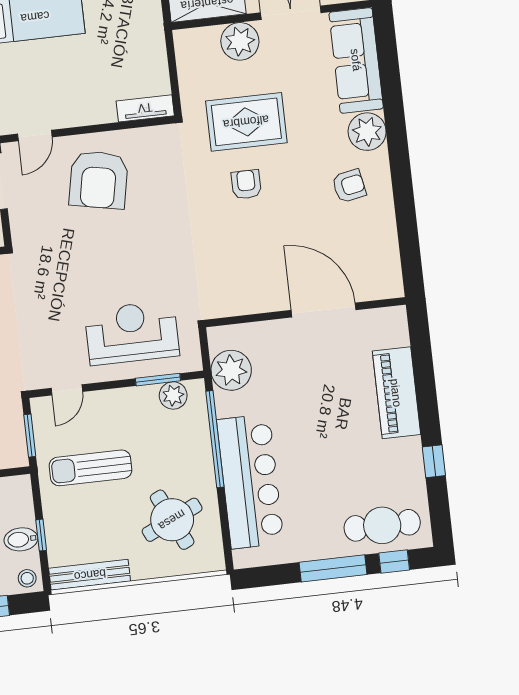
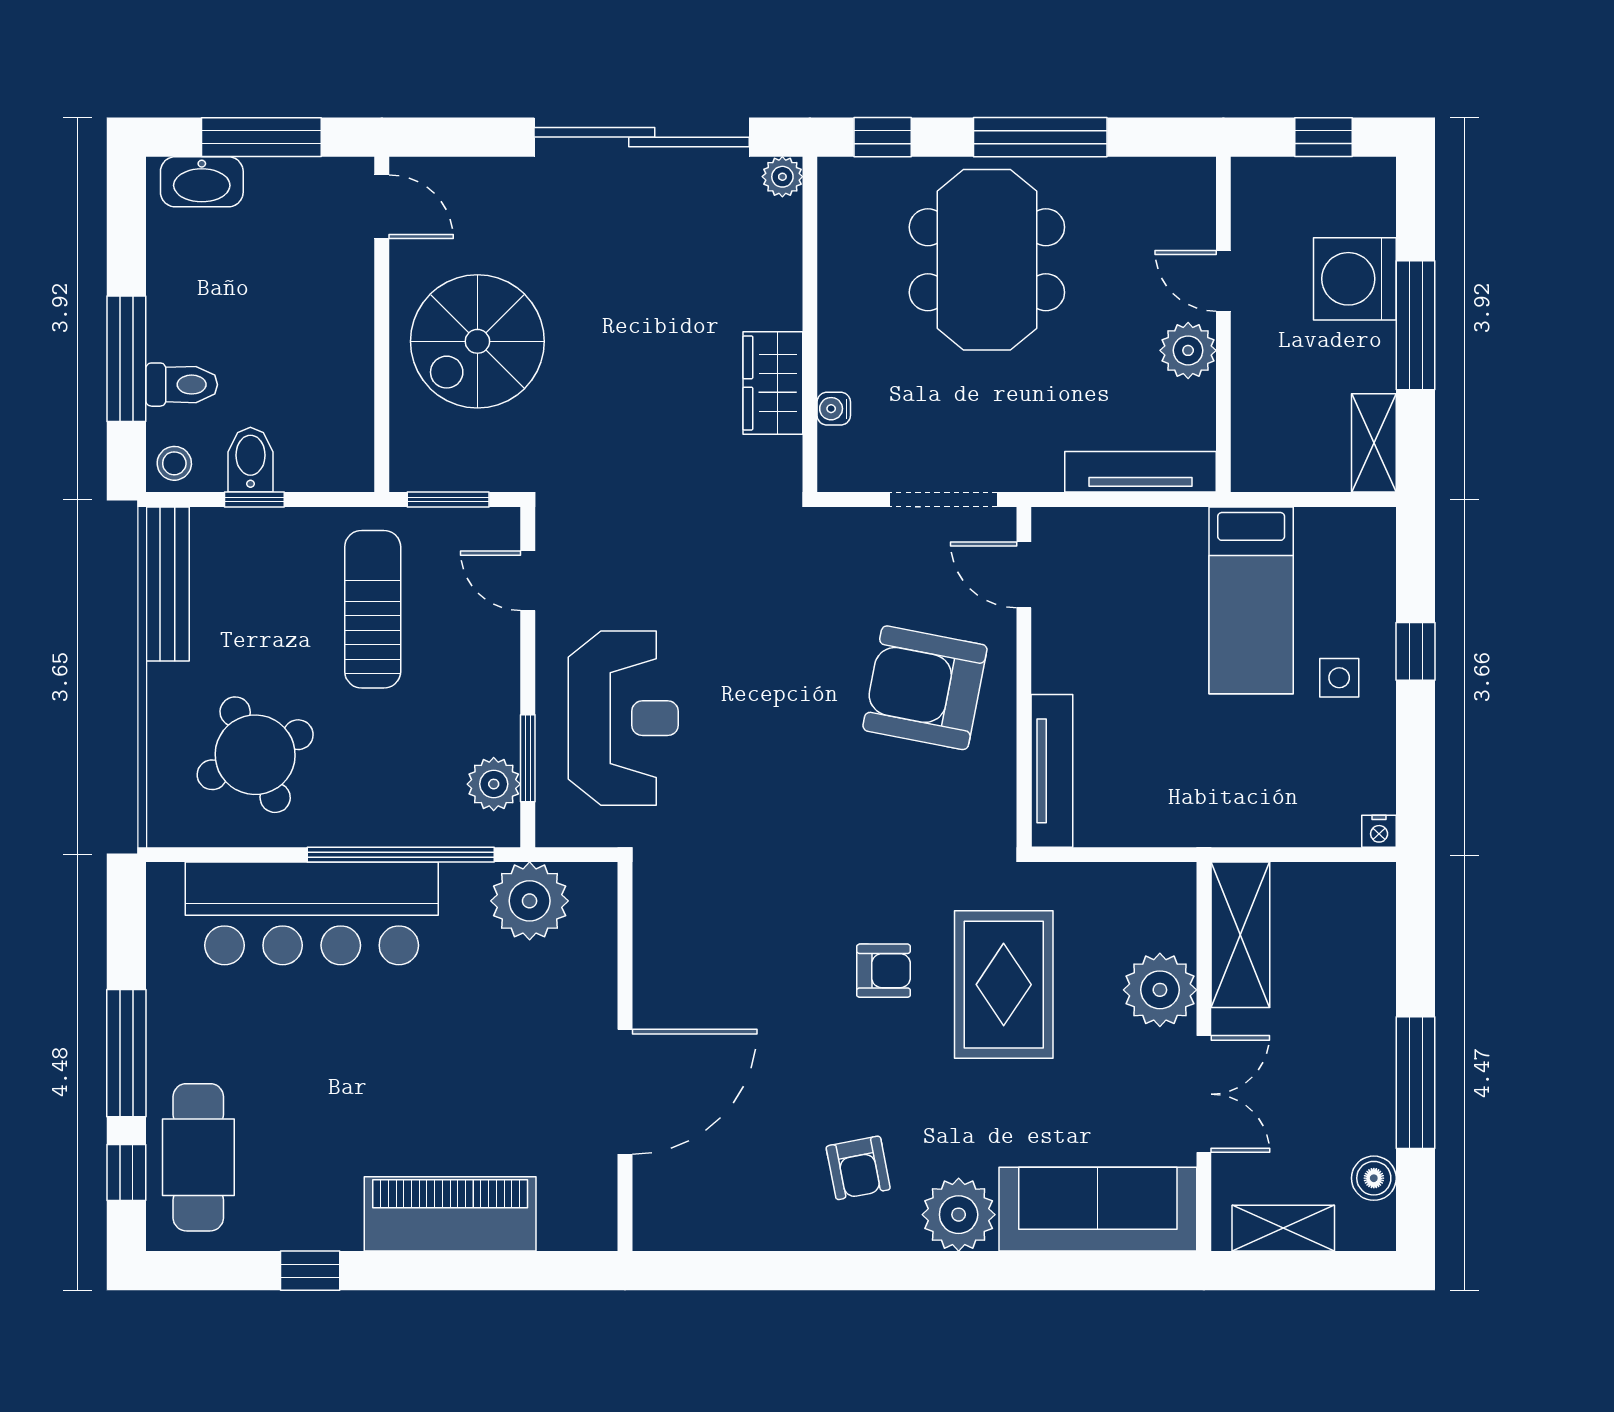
tv unit: (145, 108) -> (1052, 771), width x1.41

